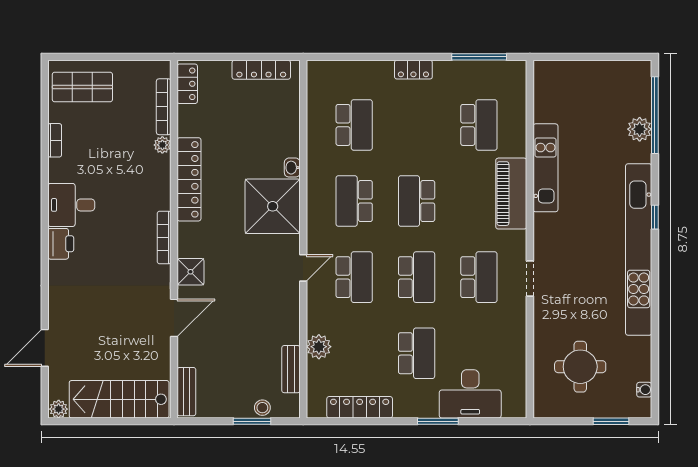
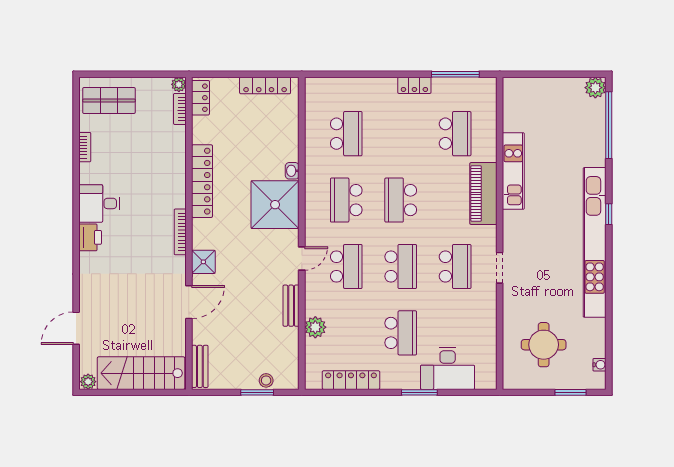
locker: (413, 70) -> (414, 85), moved
bookcase: (164, 107) -> (180, 109), width x0.64
plant: (640, 129) -> (595, 88), moved
plant: (162, 145) -> (179, 84), moved
bench: (291, 369) -> (291, 306), moved

